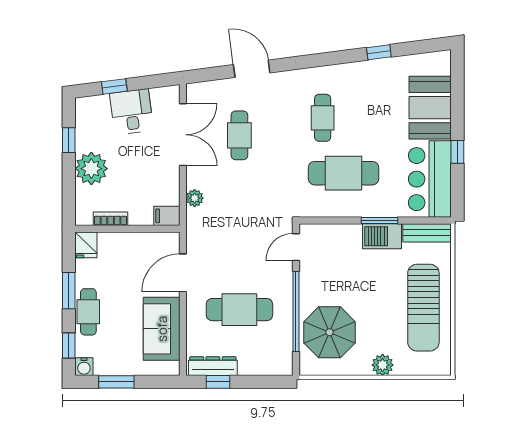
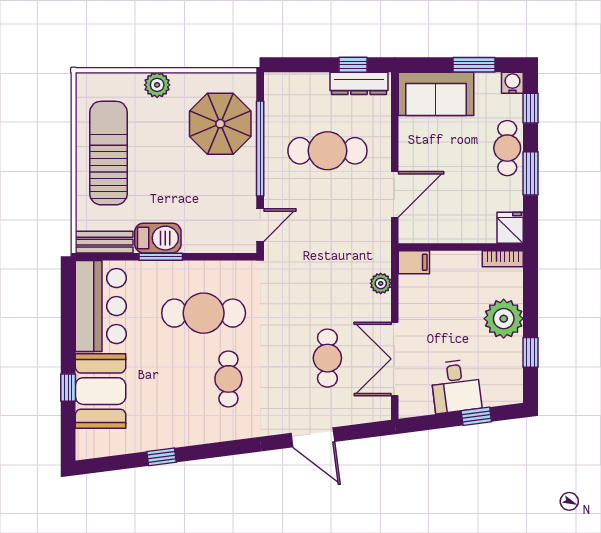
window: (457, 152) -> (68, 388), moved
bookcase: (111, 219) -> (503, 259), moved
sofa: (162, 329) -> (436, 94), moved, turned 90

